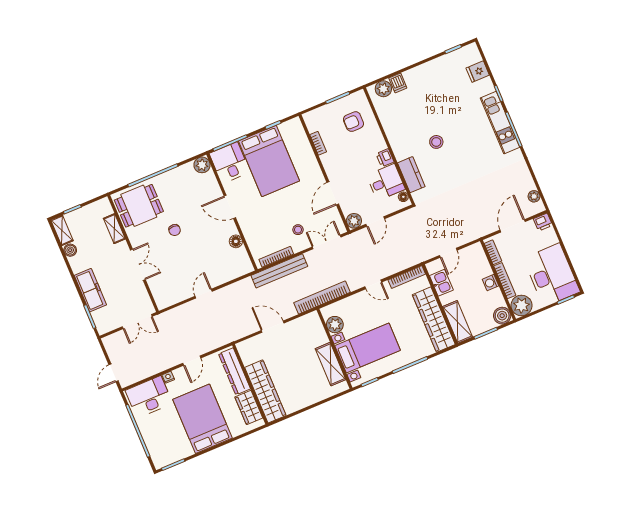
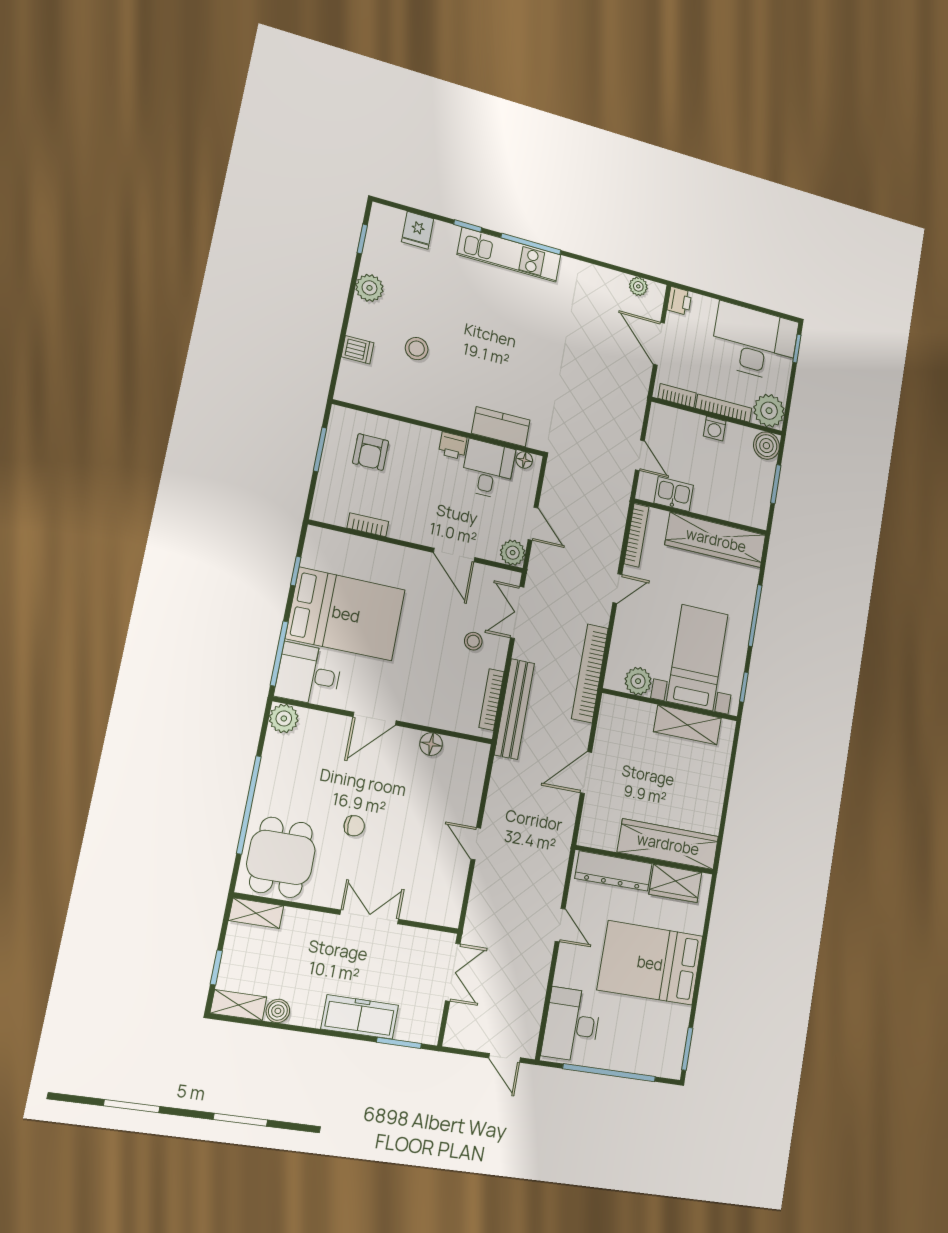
plant: (383, 89) -> (369, 288), moved
stool: (436, 142) -> (417, 349), moved
shelving: (114, 229) -> (256, 913), moved
shelving: (458, 322) -> (738, 510), removed
nightstand: (168, 377) -> (562, 976), removed

